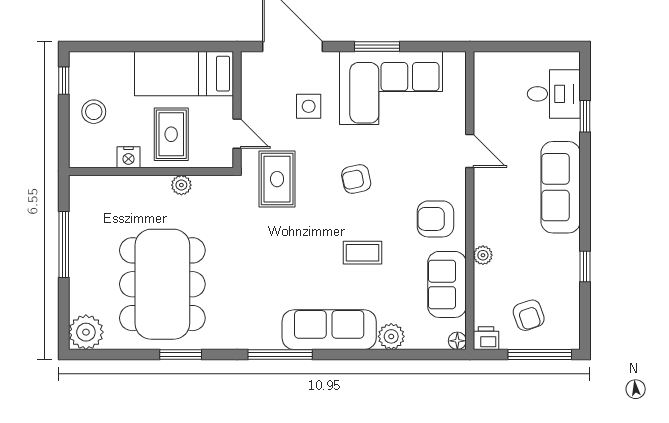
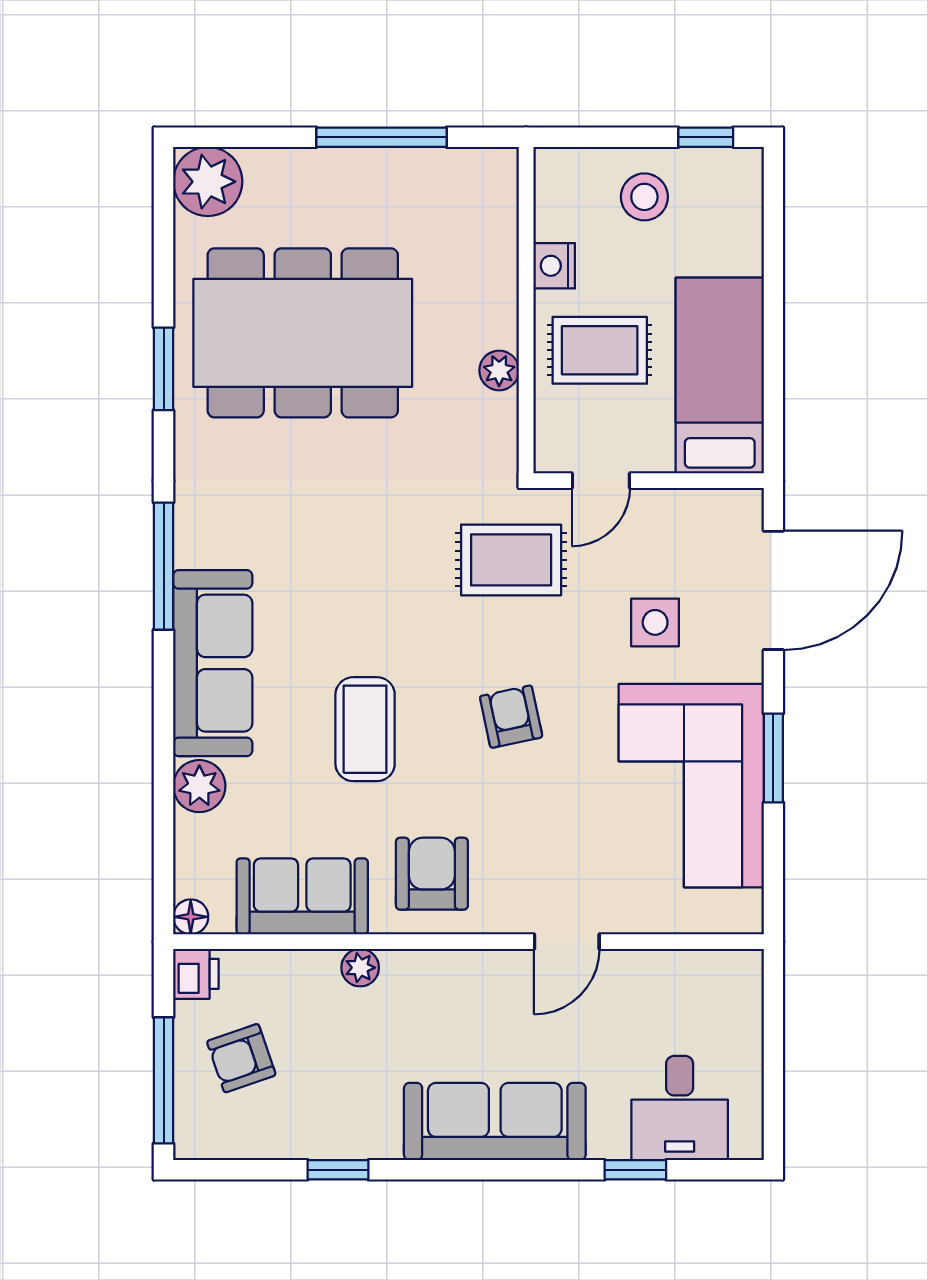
coffee table: (362, 253) -> (365, 729), width x1.36, depth x1.30

